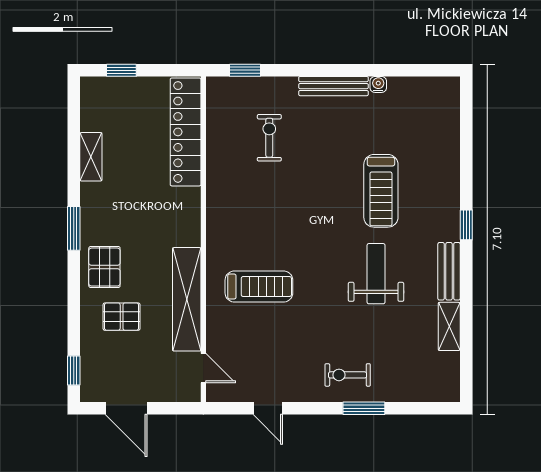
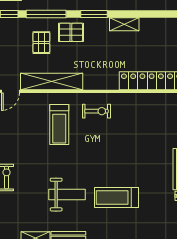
exercise bike: (269, 138) -> (97, 111), moved
shelving: (91, 157) -> (124, 24), moved
window: (74, 308) -> (46, 14), added

